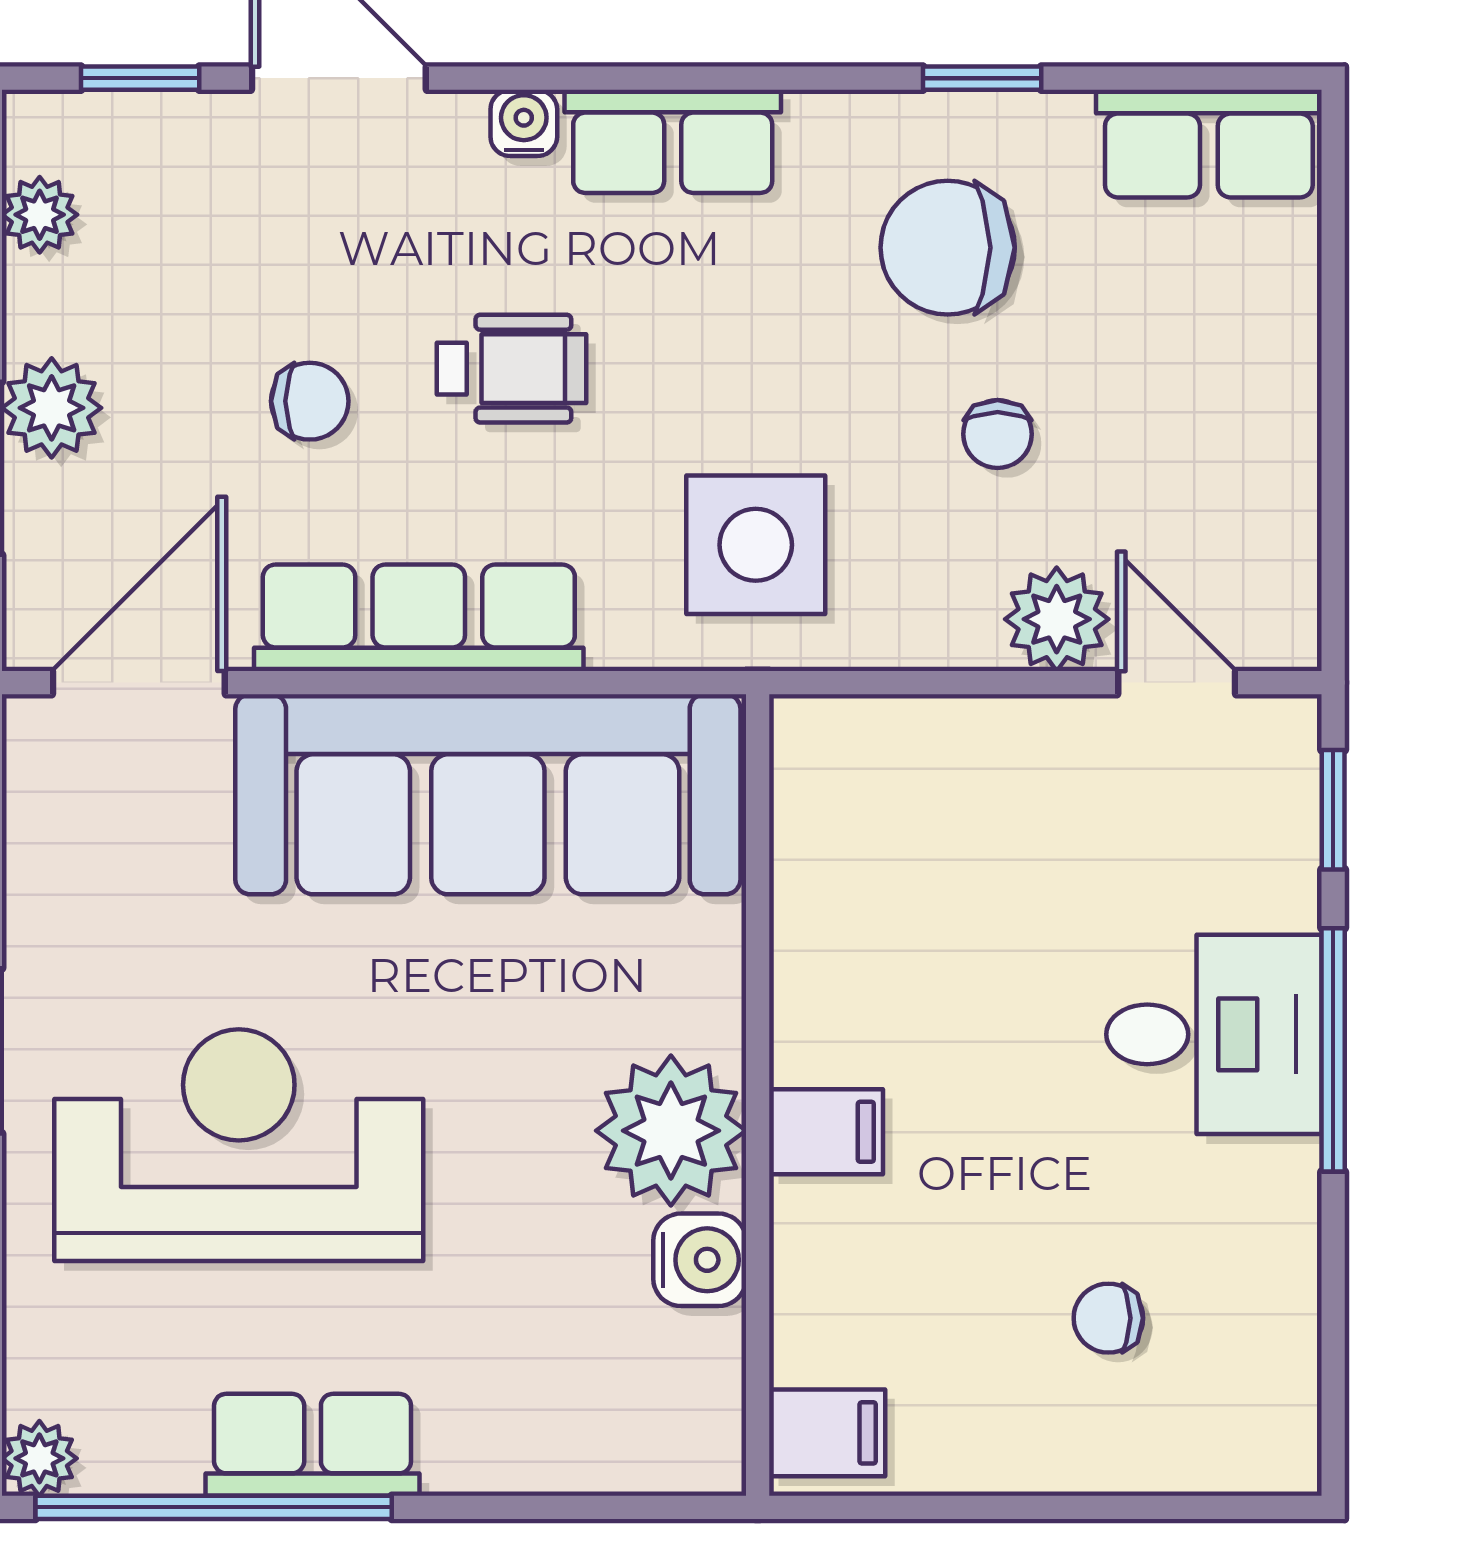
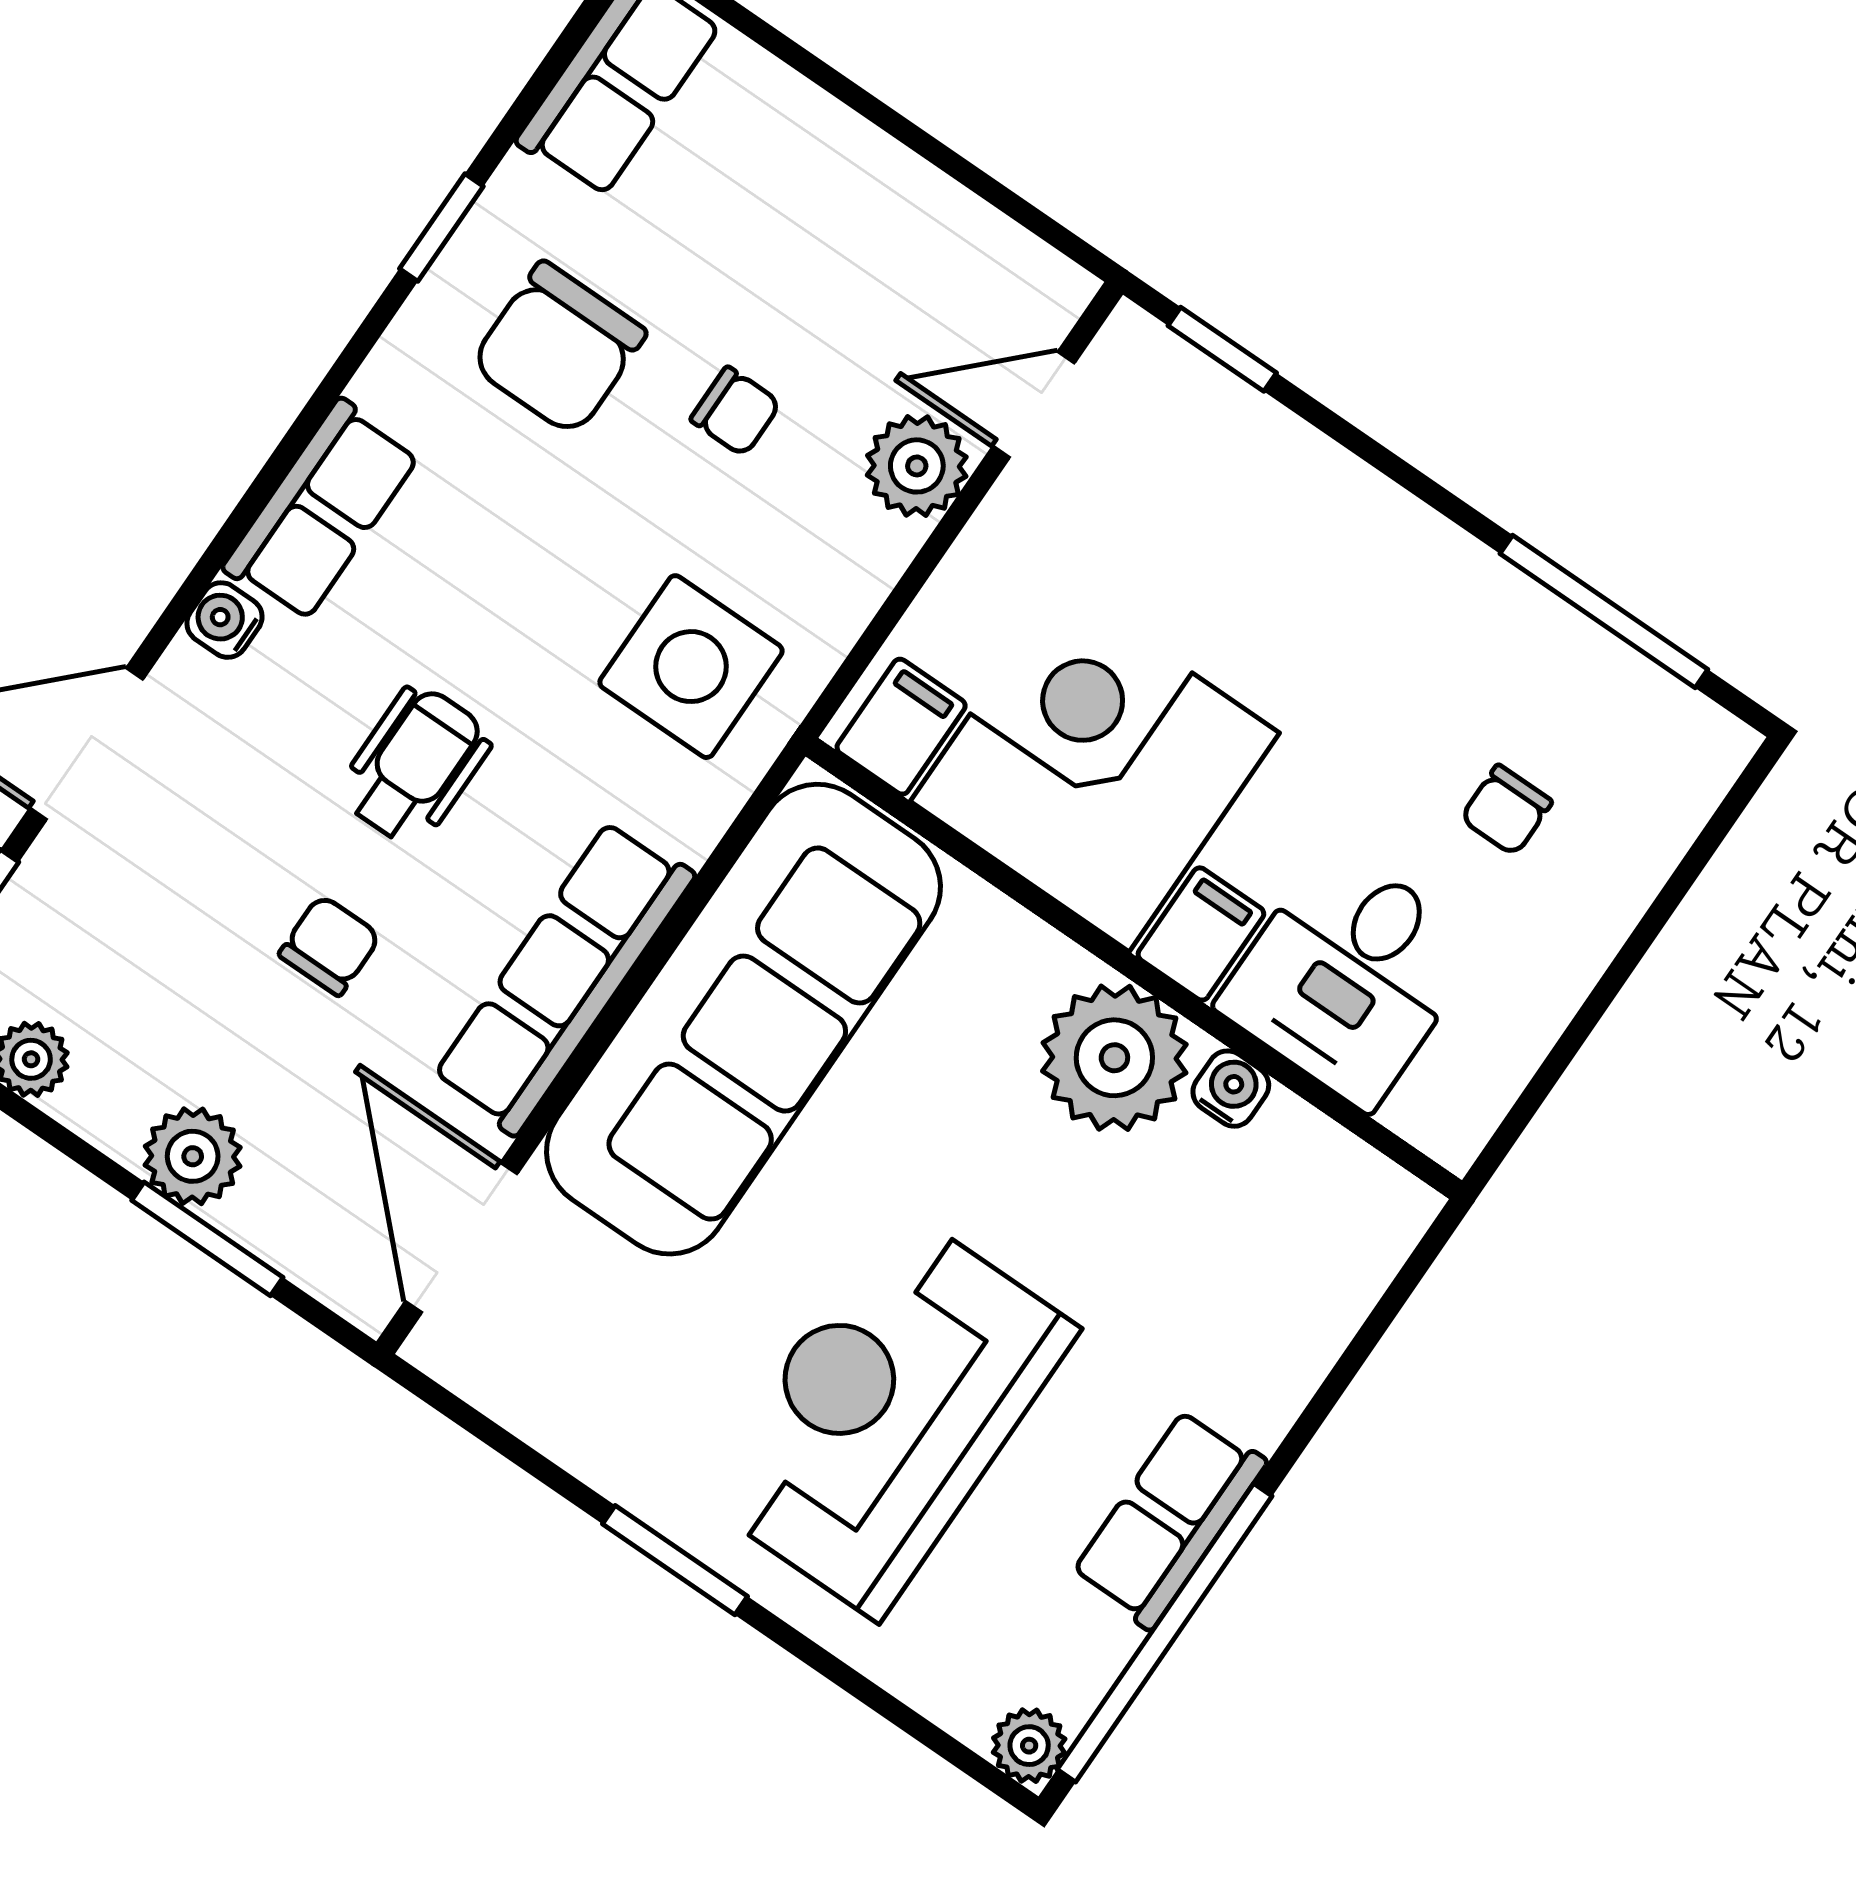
corner desk: (906, 945) -> (1095, 767), added
desk: (1214, 1034) -> (1349, 976), moved, turned 180
window: (1333, 1050) -> (1604, 612), moved
water cooler: (700, 1260) -> (1231, 1089), width x0.72, depth x0.72
filing cabinet: (827, 1433) -> (901, 727), moved

